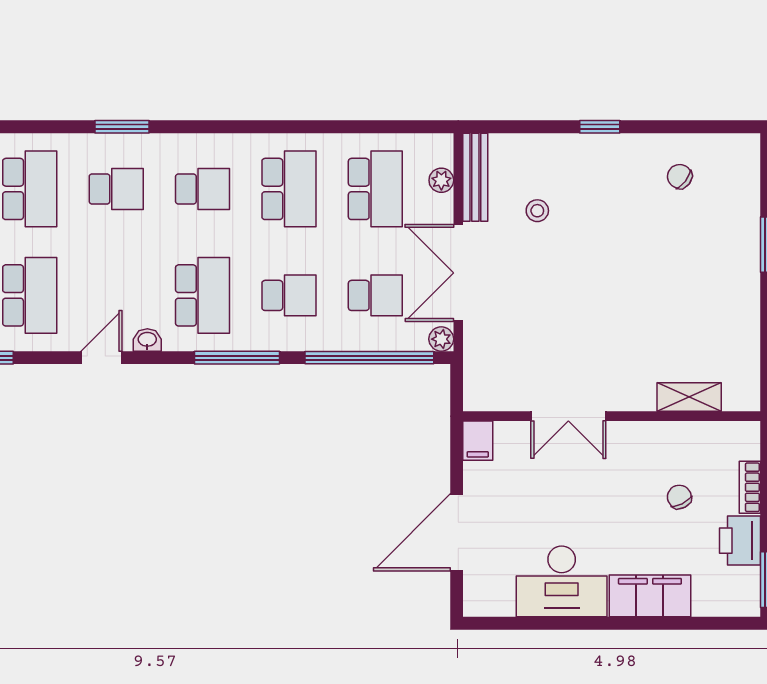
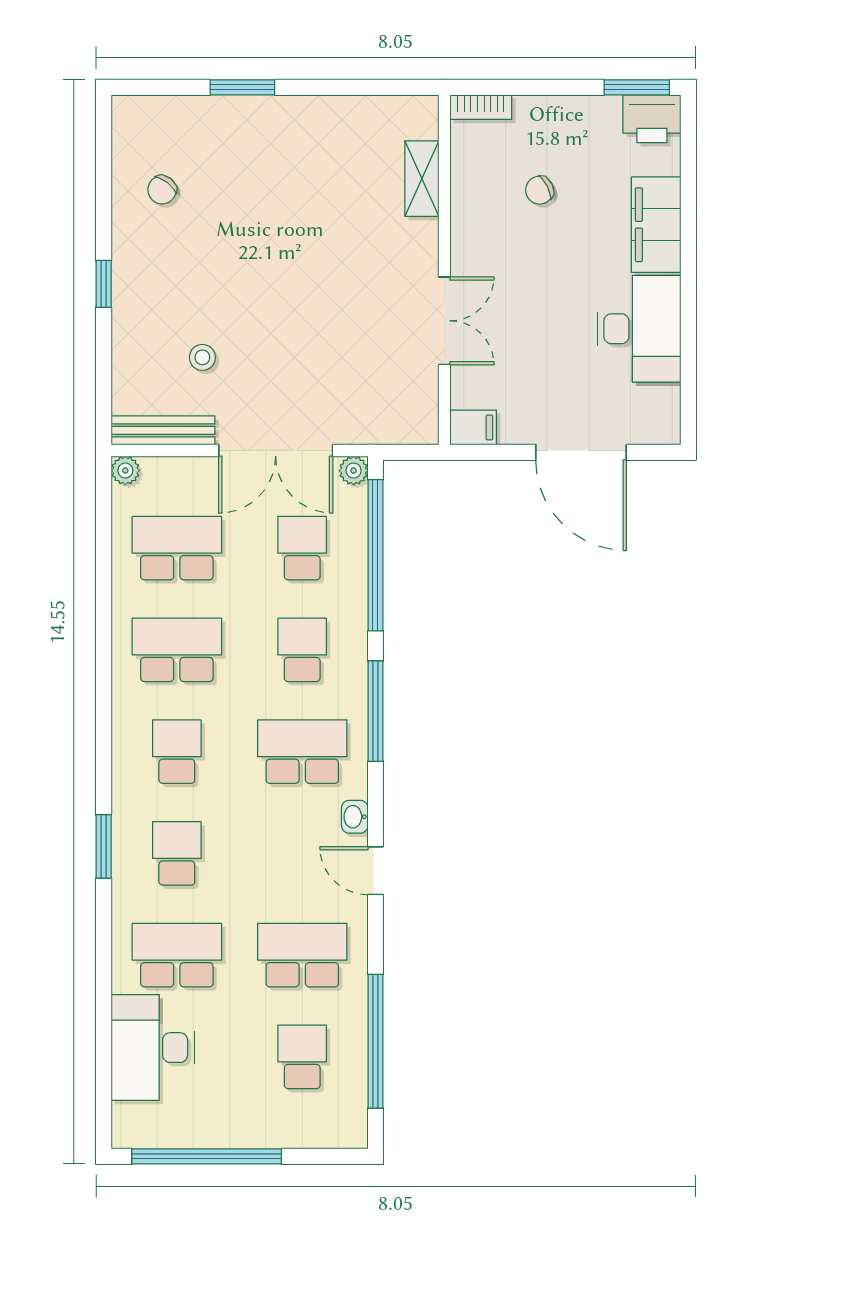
plant: (441, 180) -> (125, 470), moved
bookcase: (750, 487) -> (481, 107), moved
printer: (740, 541) -> (652, 119), moved

